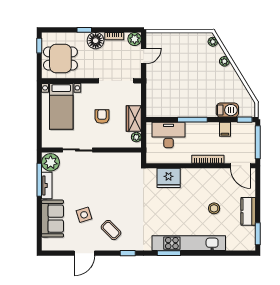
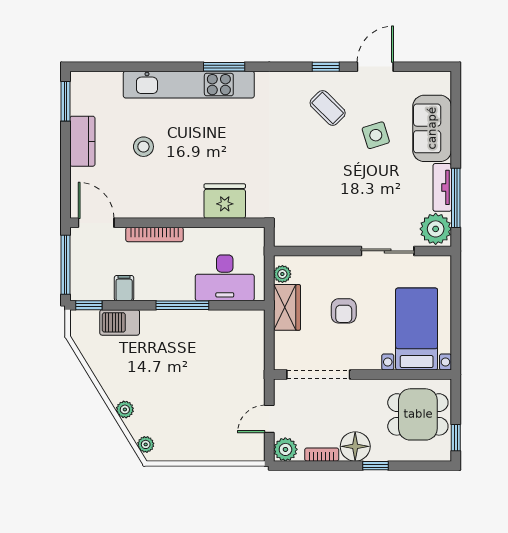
window: (128, 253) -> (326, 67), moved

